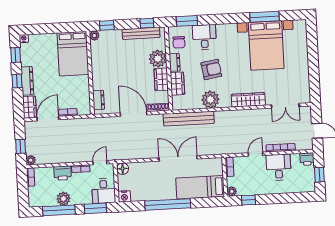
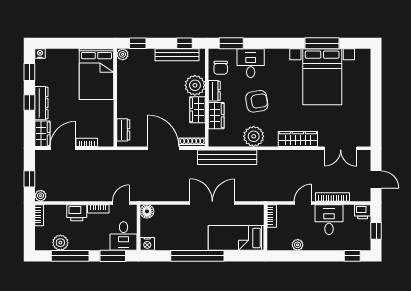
plant: (232, 191) -> (298, 245), moved
plant: (63, 199) -> (60, 243), moved
window: (248, 200) -> (352, 256), moved

